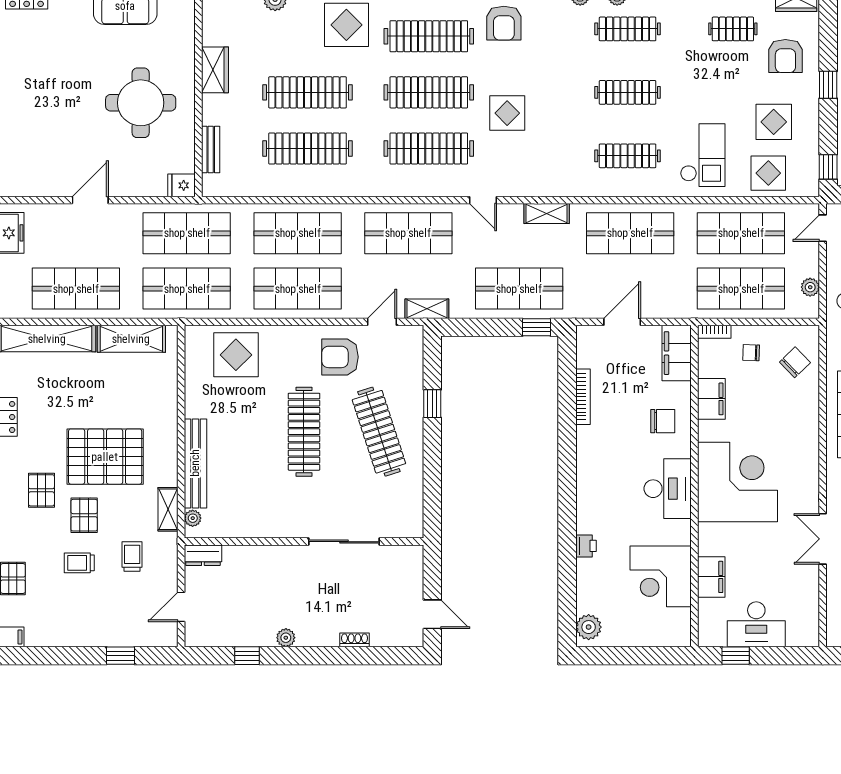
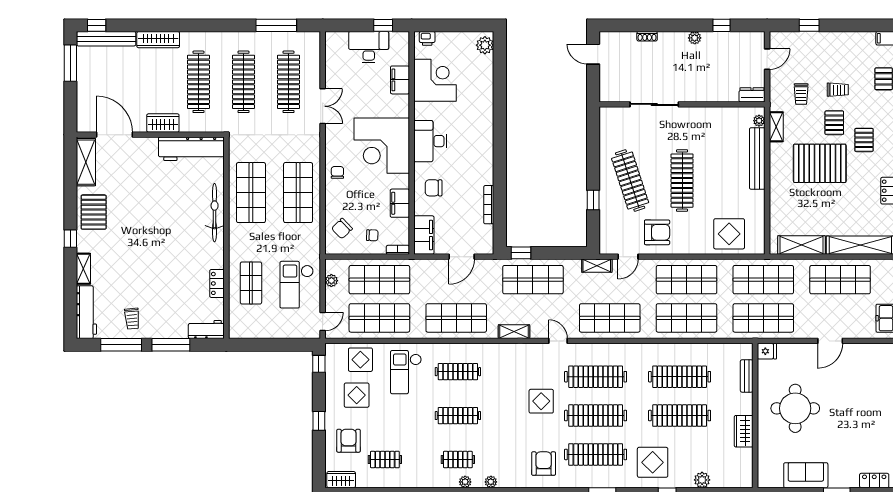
clothes rail: (628, 29) -> (458, 460), width x0.73
chair: (802, 443) -> (337, 172), added
printer: (586, 546) -> (427, 38), moved, turned -90

